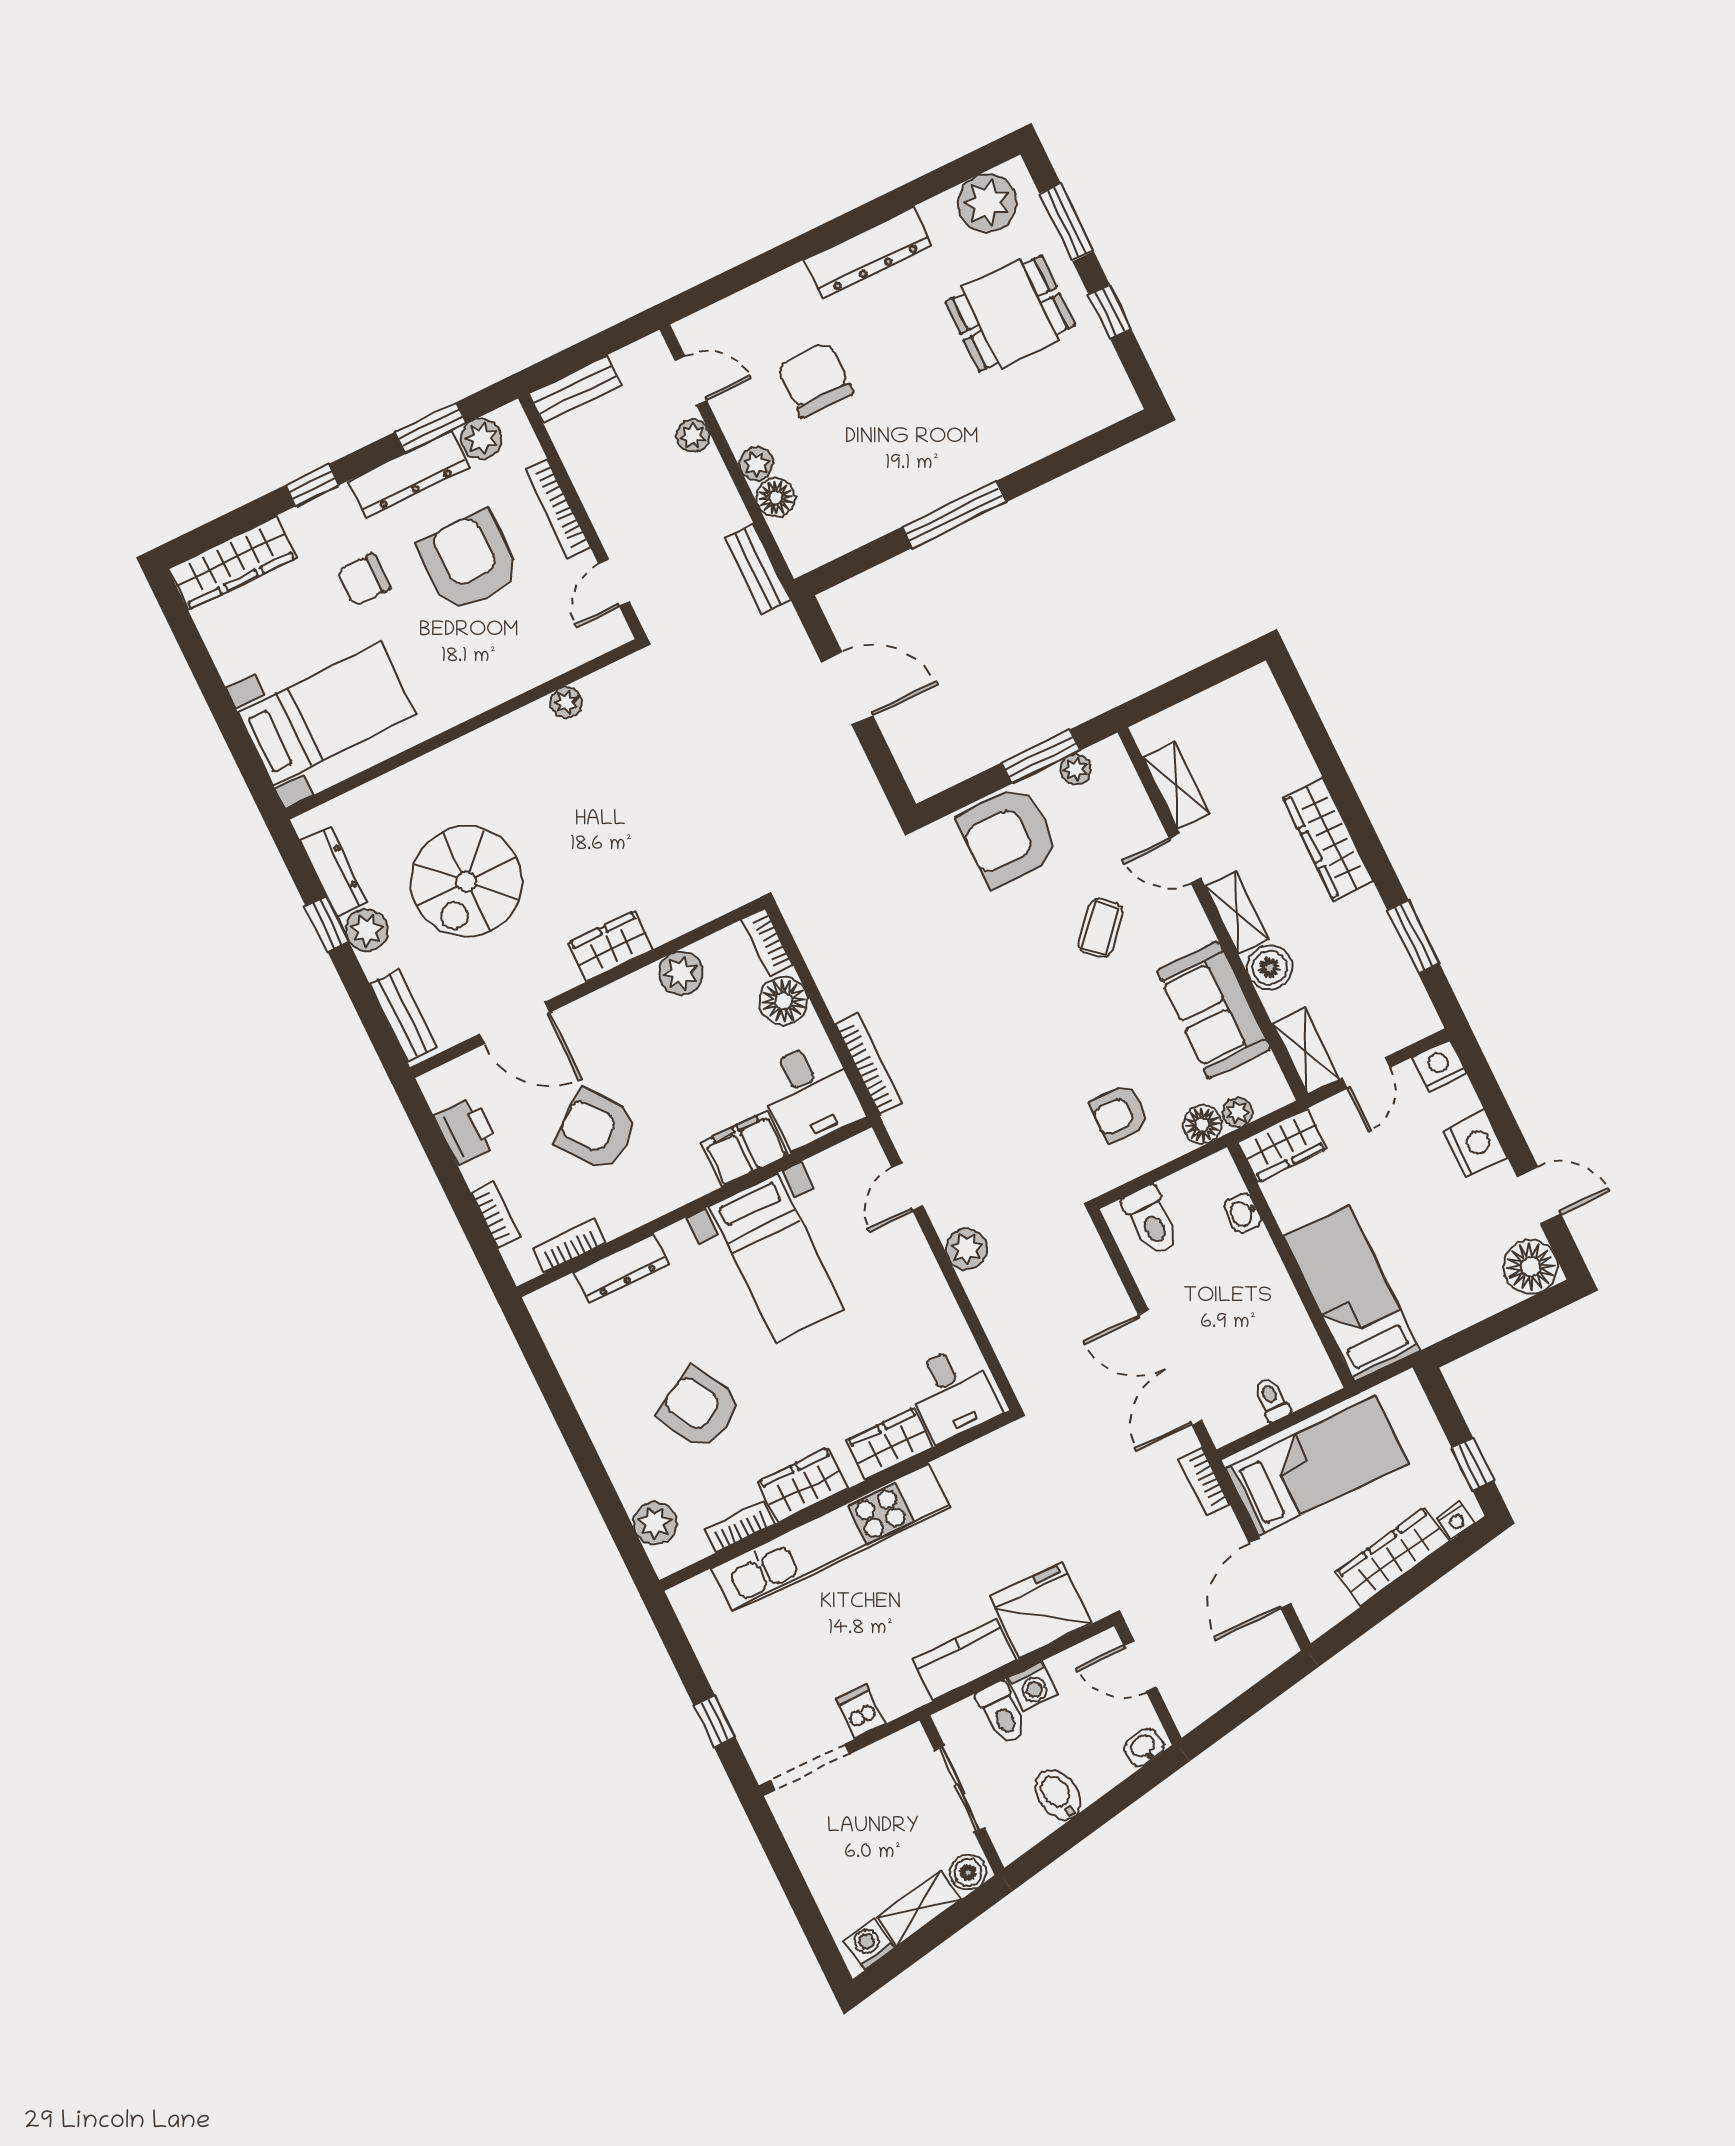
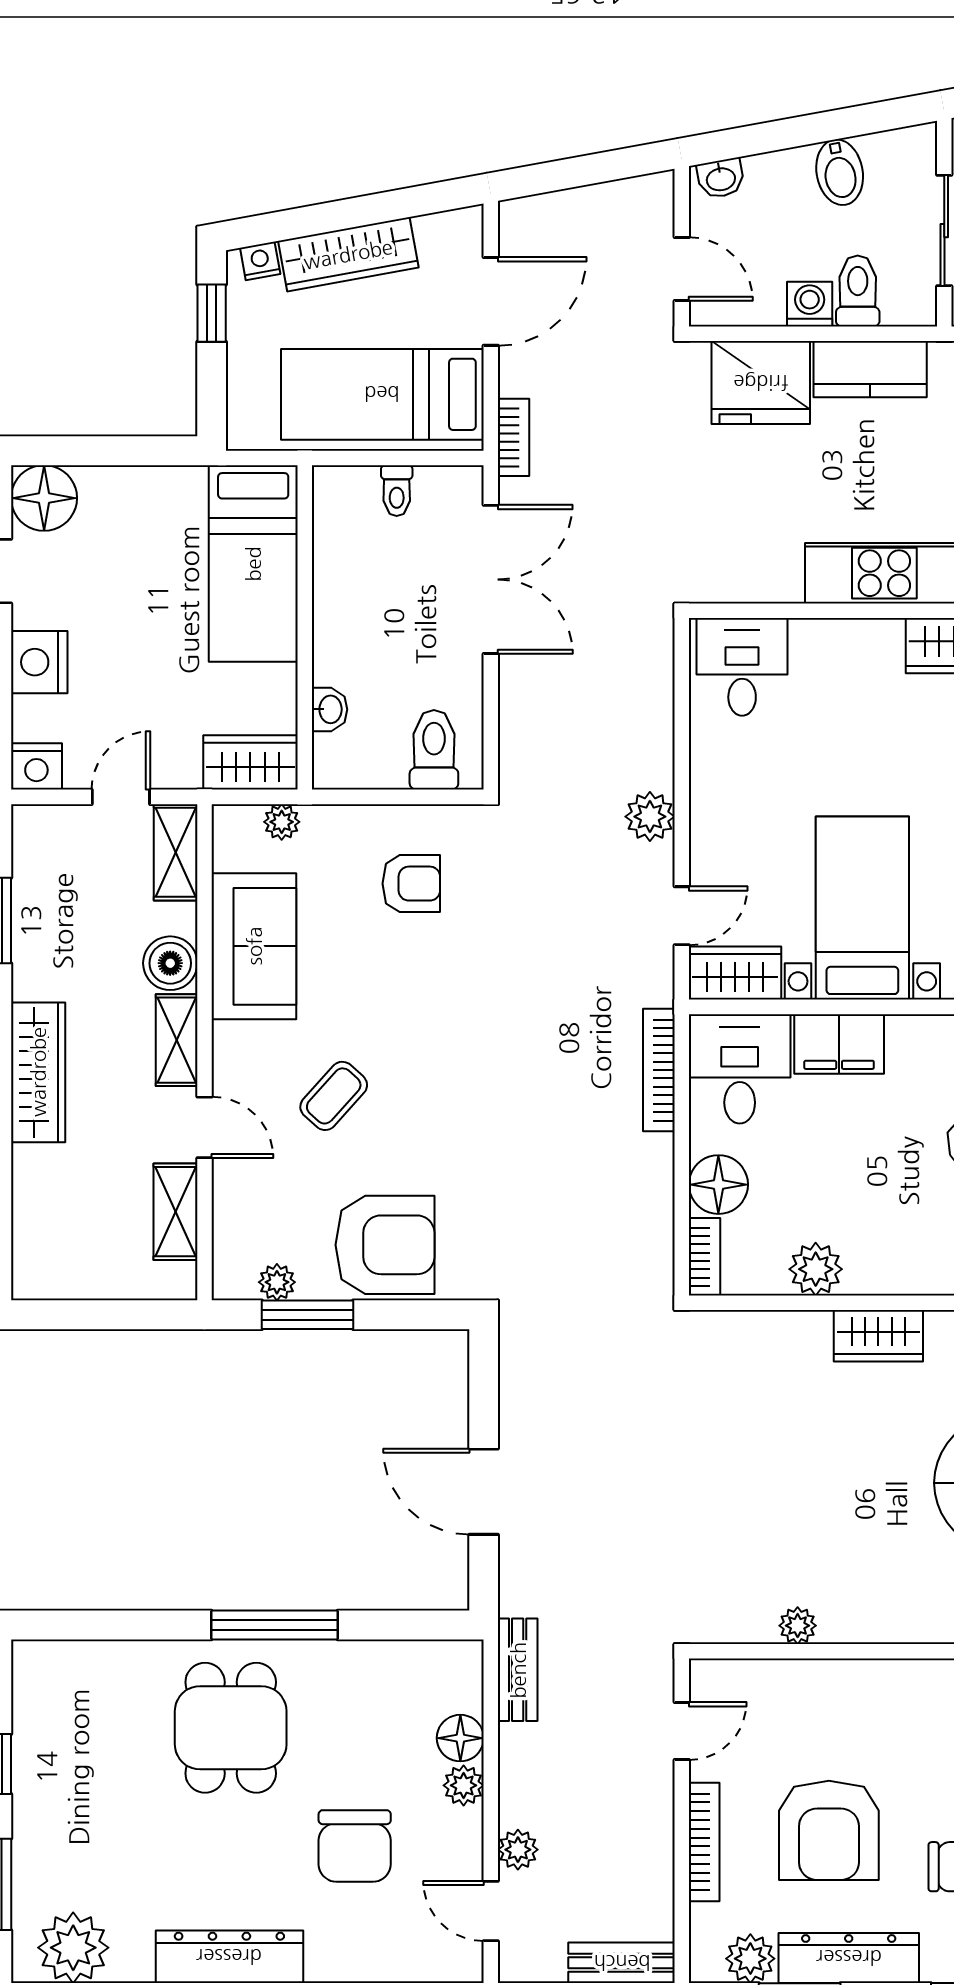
dining table: (1010, 314) -> (231, 1728), moved, turned 90
floor lamp: (1202, 1125) -> (327, 827), removed
wardrobe: (890, 1444) -> (735, 973), moved, turned 180

